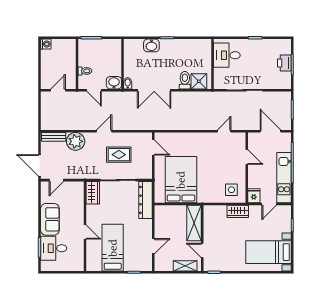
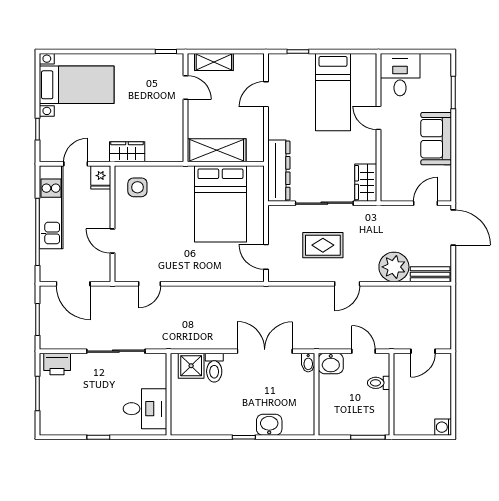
printer: (284, 63) -> (57, 364), moved, turned 90
shelving: (194, 223) -> (217, 150), moved, turned 90
desk: (54, 248) -> (400, 75), moved, turned -90

